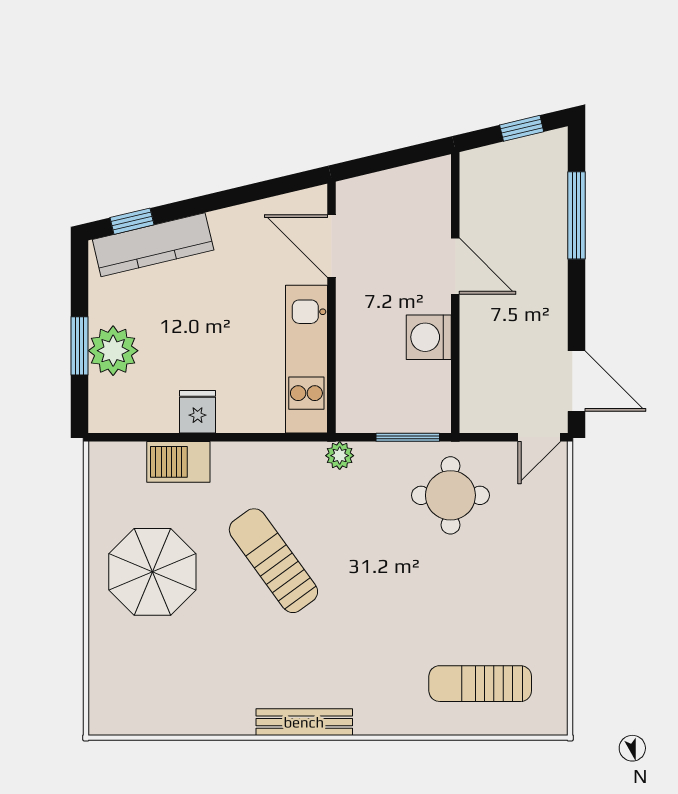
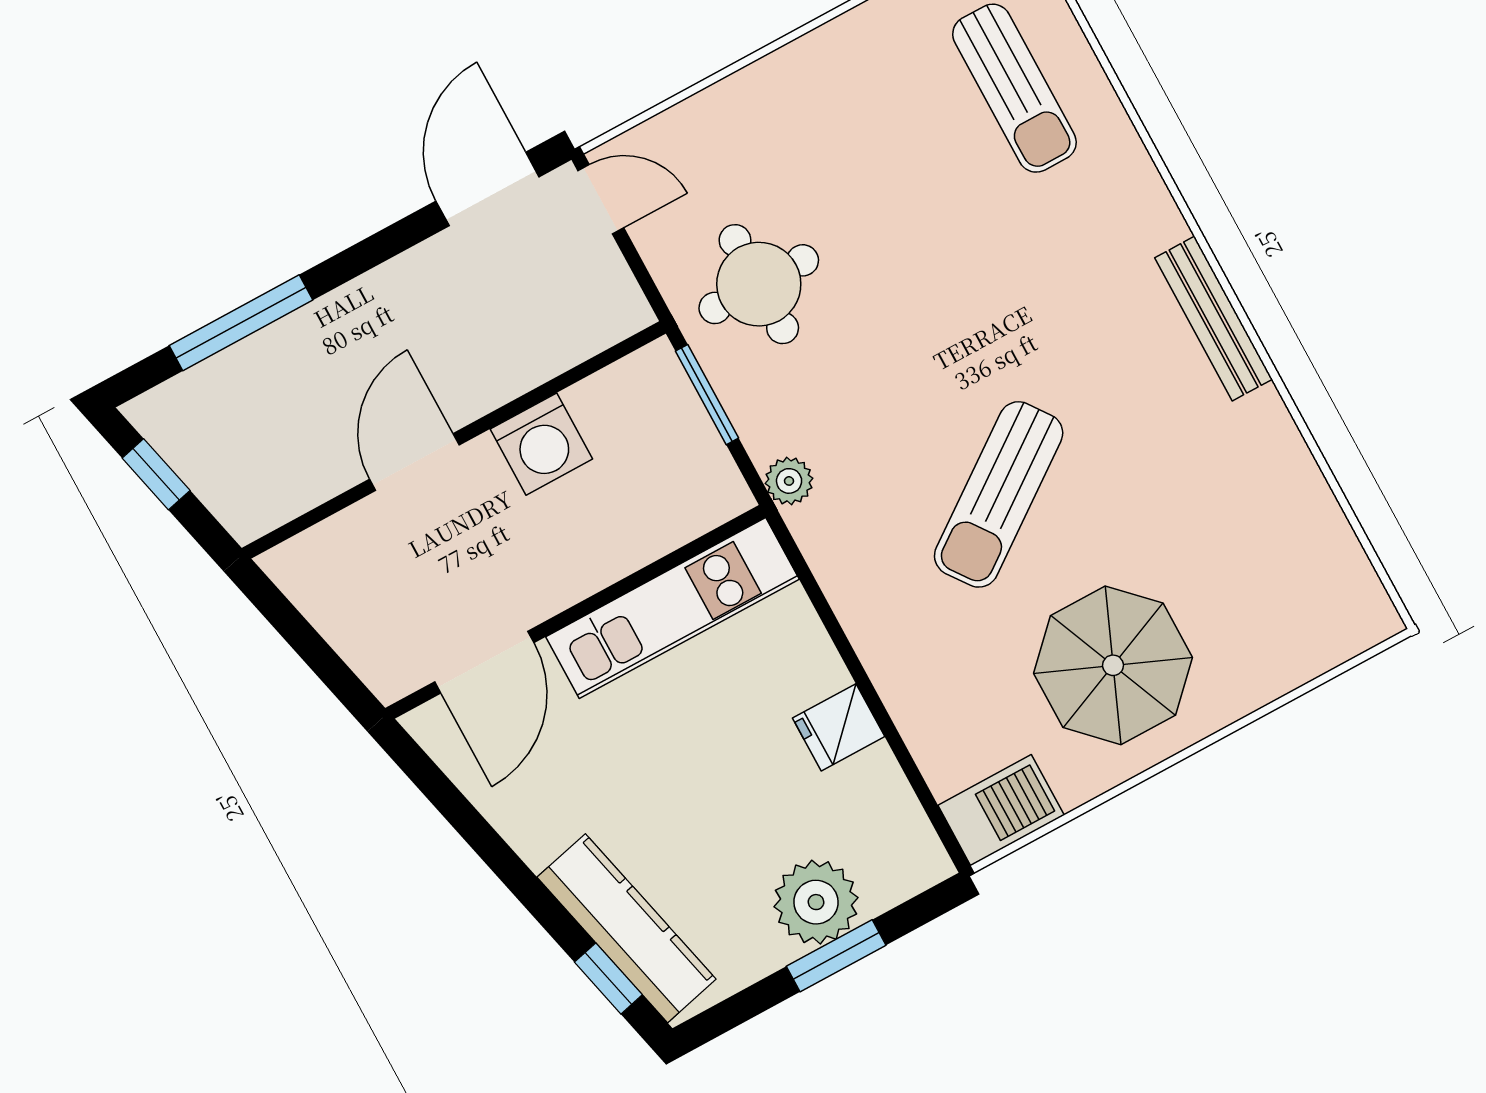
barbecue: (178, 462) -> (1001, 810), moved, turned -90

